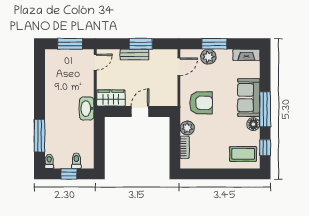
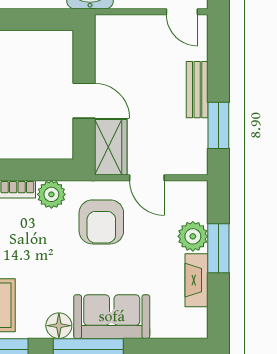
window: (141, 44) -> (218, 125), moved
fireplace: (246, 55) -> (196, 280), moved
door: (179, 67) -> (147, 178), moved
wardrobe: (111, 98) -> (111, 147), moved

